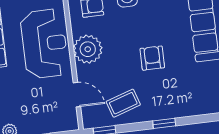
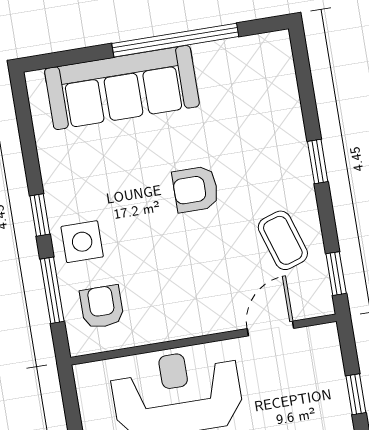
plant: (88, 49) -> (184, 312), removed

